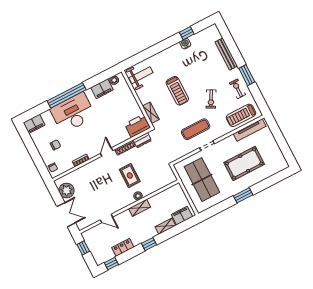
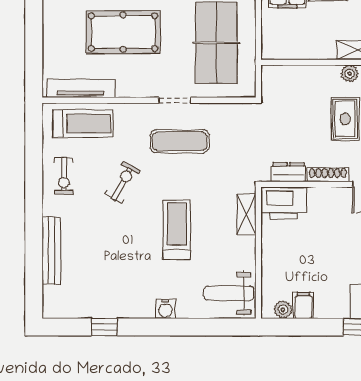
water cooler: (185, 44) -> (165, 309), moved
window: (247, 75) -> (34, 192), removed
filing cabinet: (102, 89) -> (304, 305), width x0.50

